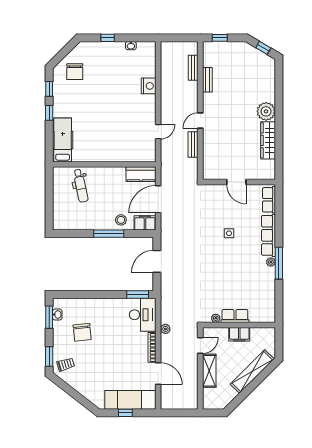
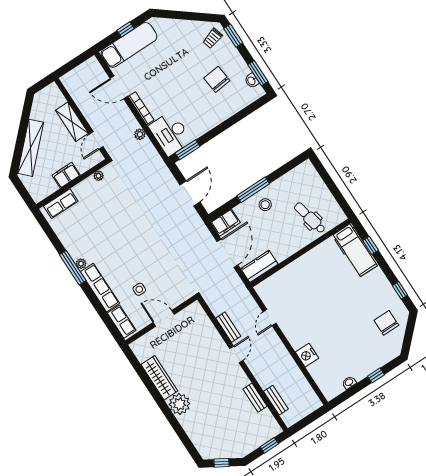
window: (49, 113) -> (371, 245), moved
stool: (121, 220) -> (265, 205), moved
side table: (229, 233) -> (139, 289), moved
row of seats: (235, 316) -> (61, 204), moved

